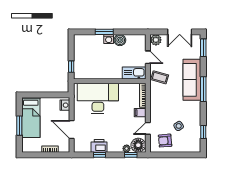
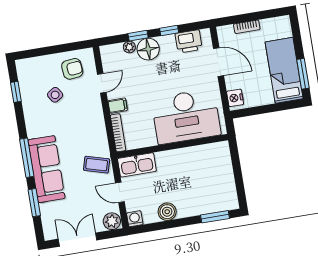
window: (104, 32) -> (215, 217), moved
washing machine: (109, 39) -> (135, 219), moved
window: (203, 48) -> (34, 203), moved
window: (71, 67) -> (235, 158), removed
window: (19, 126) -> (303, 74), moved
floor lamp: (138, 145) -> (148, 49), moved
printer: (99, 146) -> (189, 41), moved
window: (131, 155) -> (138, 36), moved

